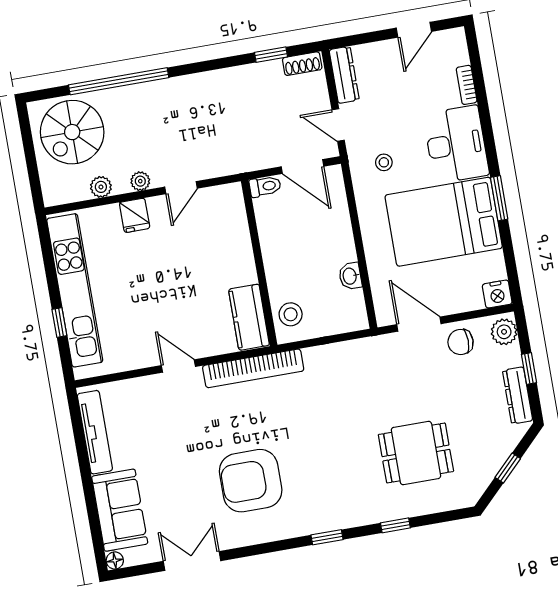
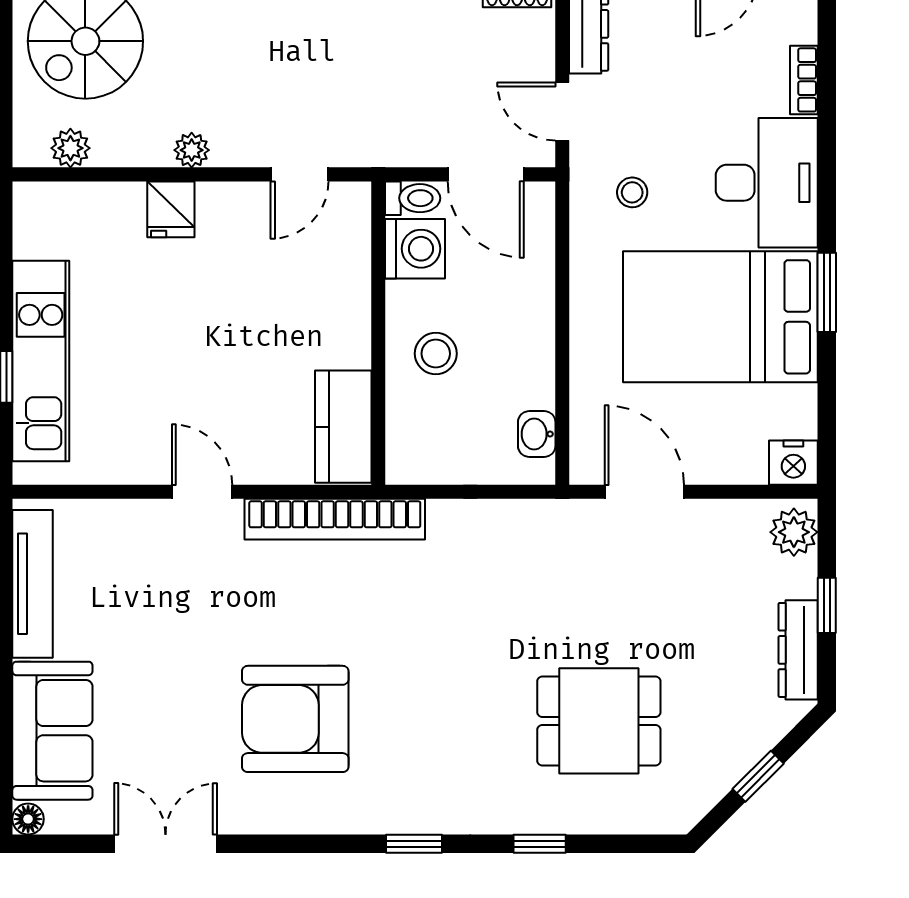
plant: (101, 187) -> (70, 148), moved
door: (181, 188) -> (299, 174), moved
washing machine: (271, 214) -> (415, 249), added
washbasin: (350, 276) -> (537, 434), moved
kitchen unit: (75, 290) -> (41, 361), width x0.73
stool: (291, 314) -> (436, 354), moved
chair: (461, 342) -> (713, 537), removed

